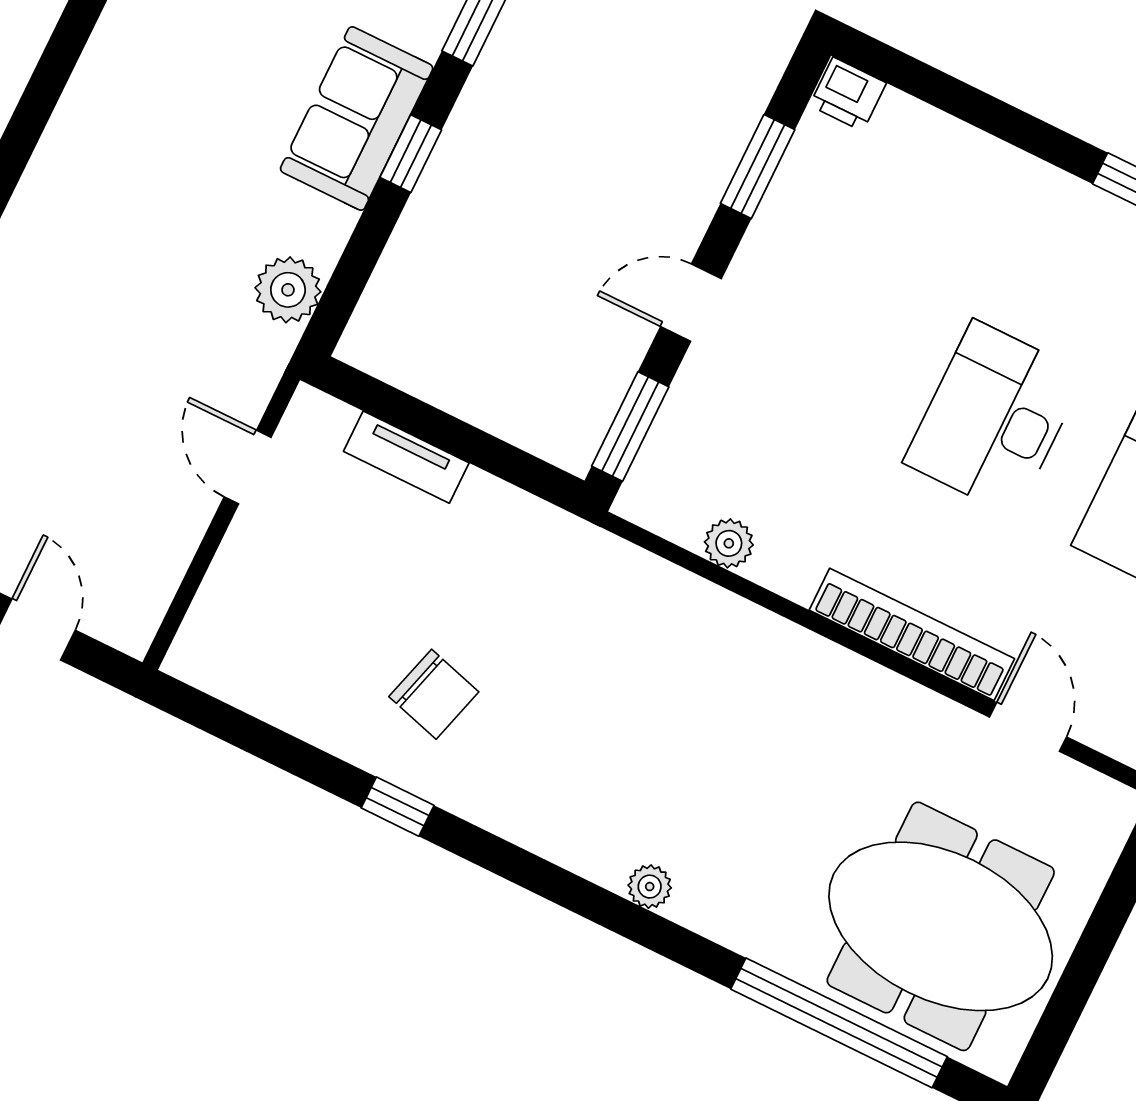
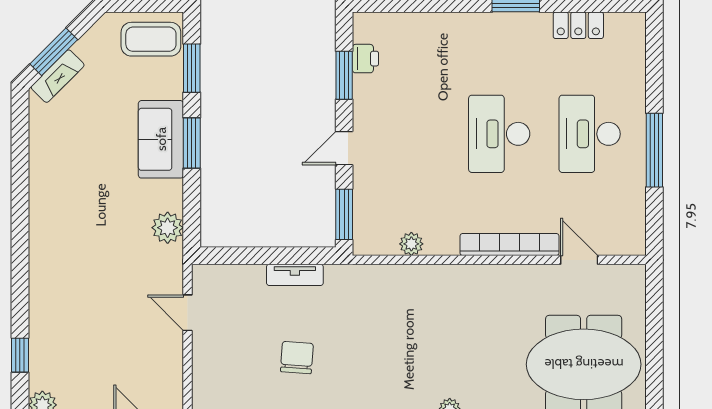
printer: (848, 94) -> (365, 59), moved, turned -90
window: (411, 154) -> (192, 143), width x1.50
tv unit: (406, 457) -> (295, 275), moved
chair: (434, 694) -> (297, 358), moved, turned -102

